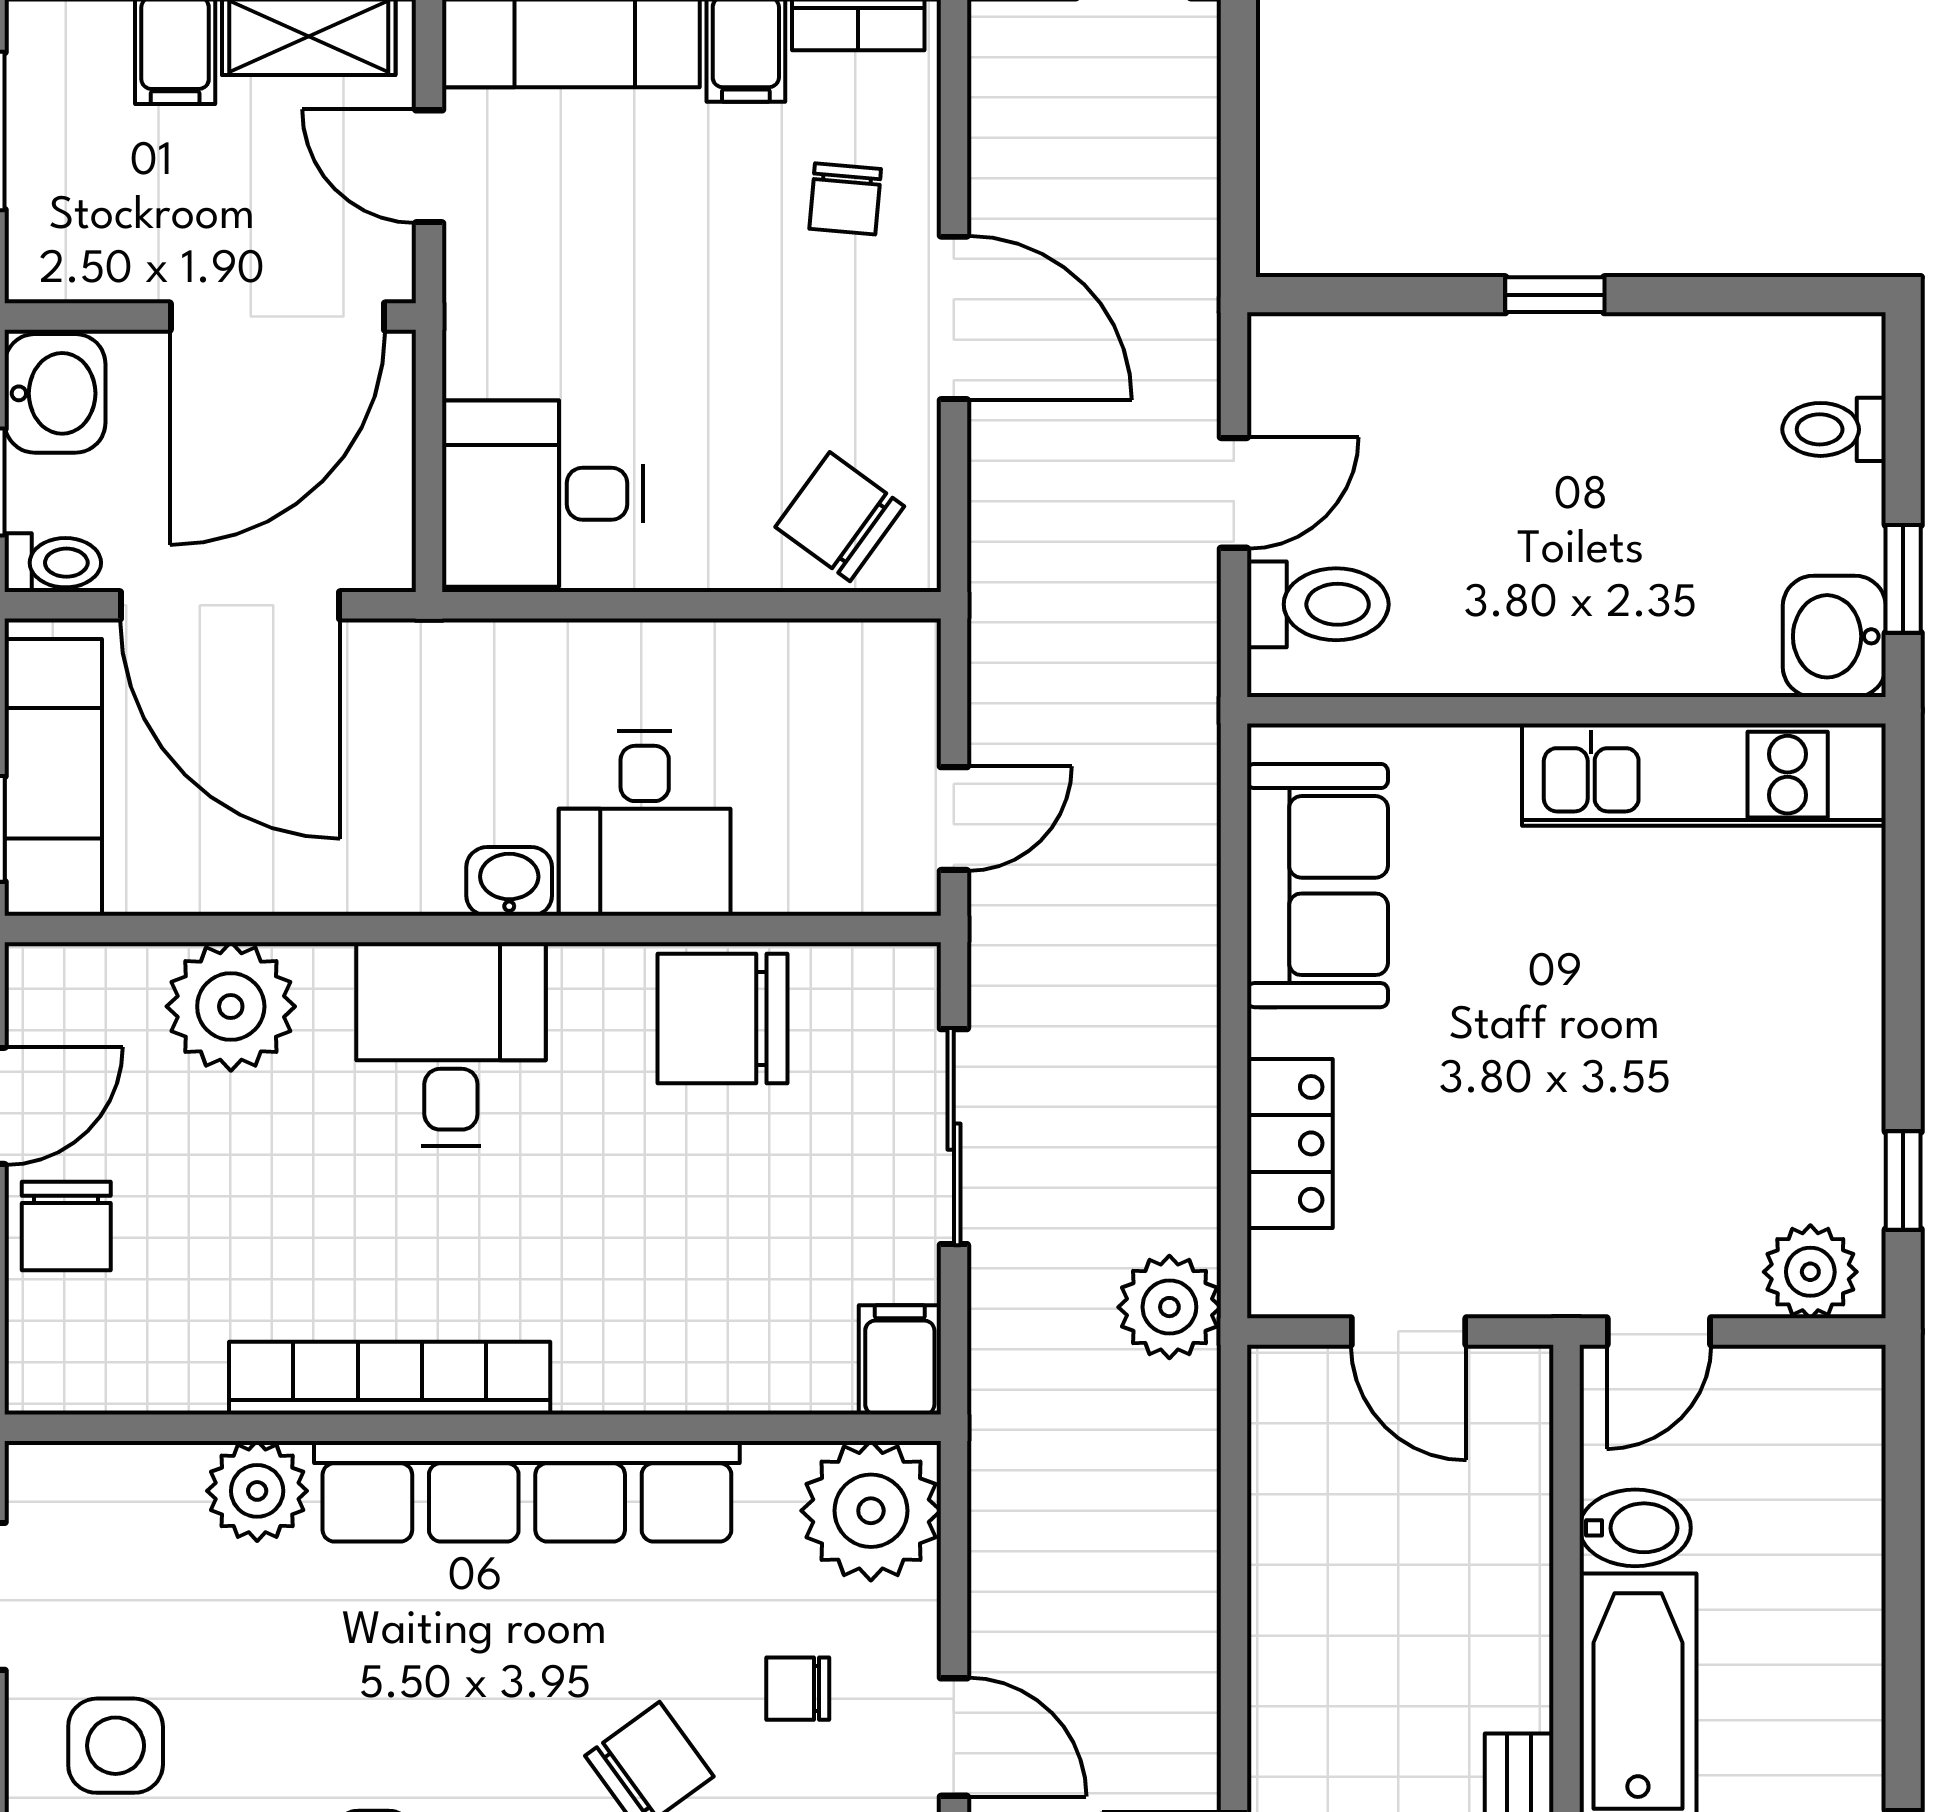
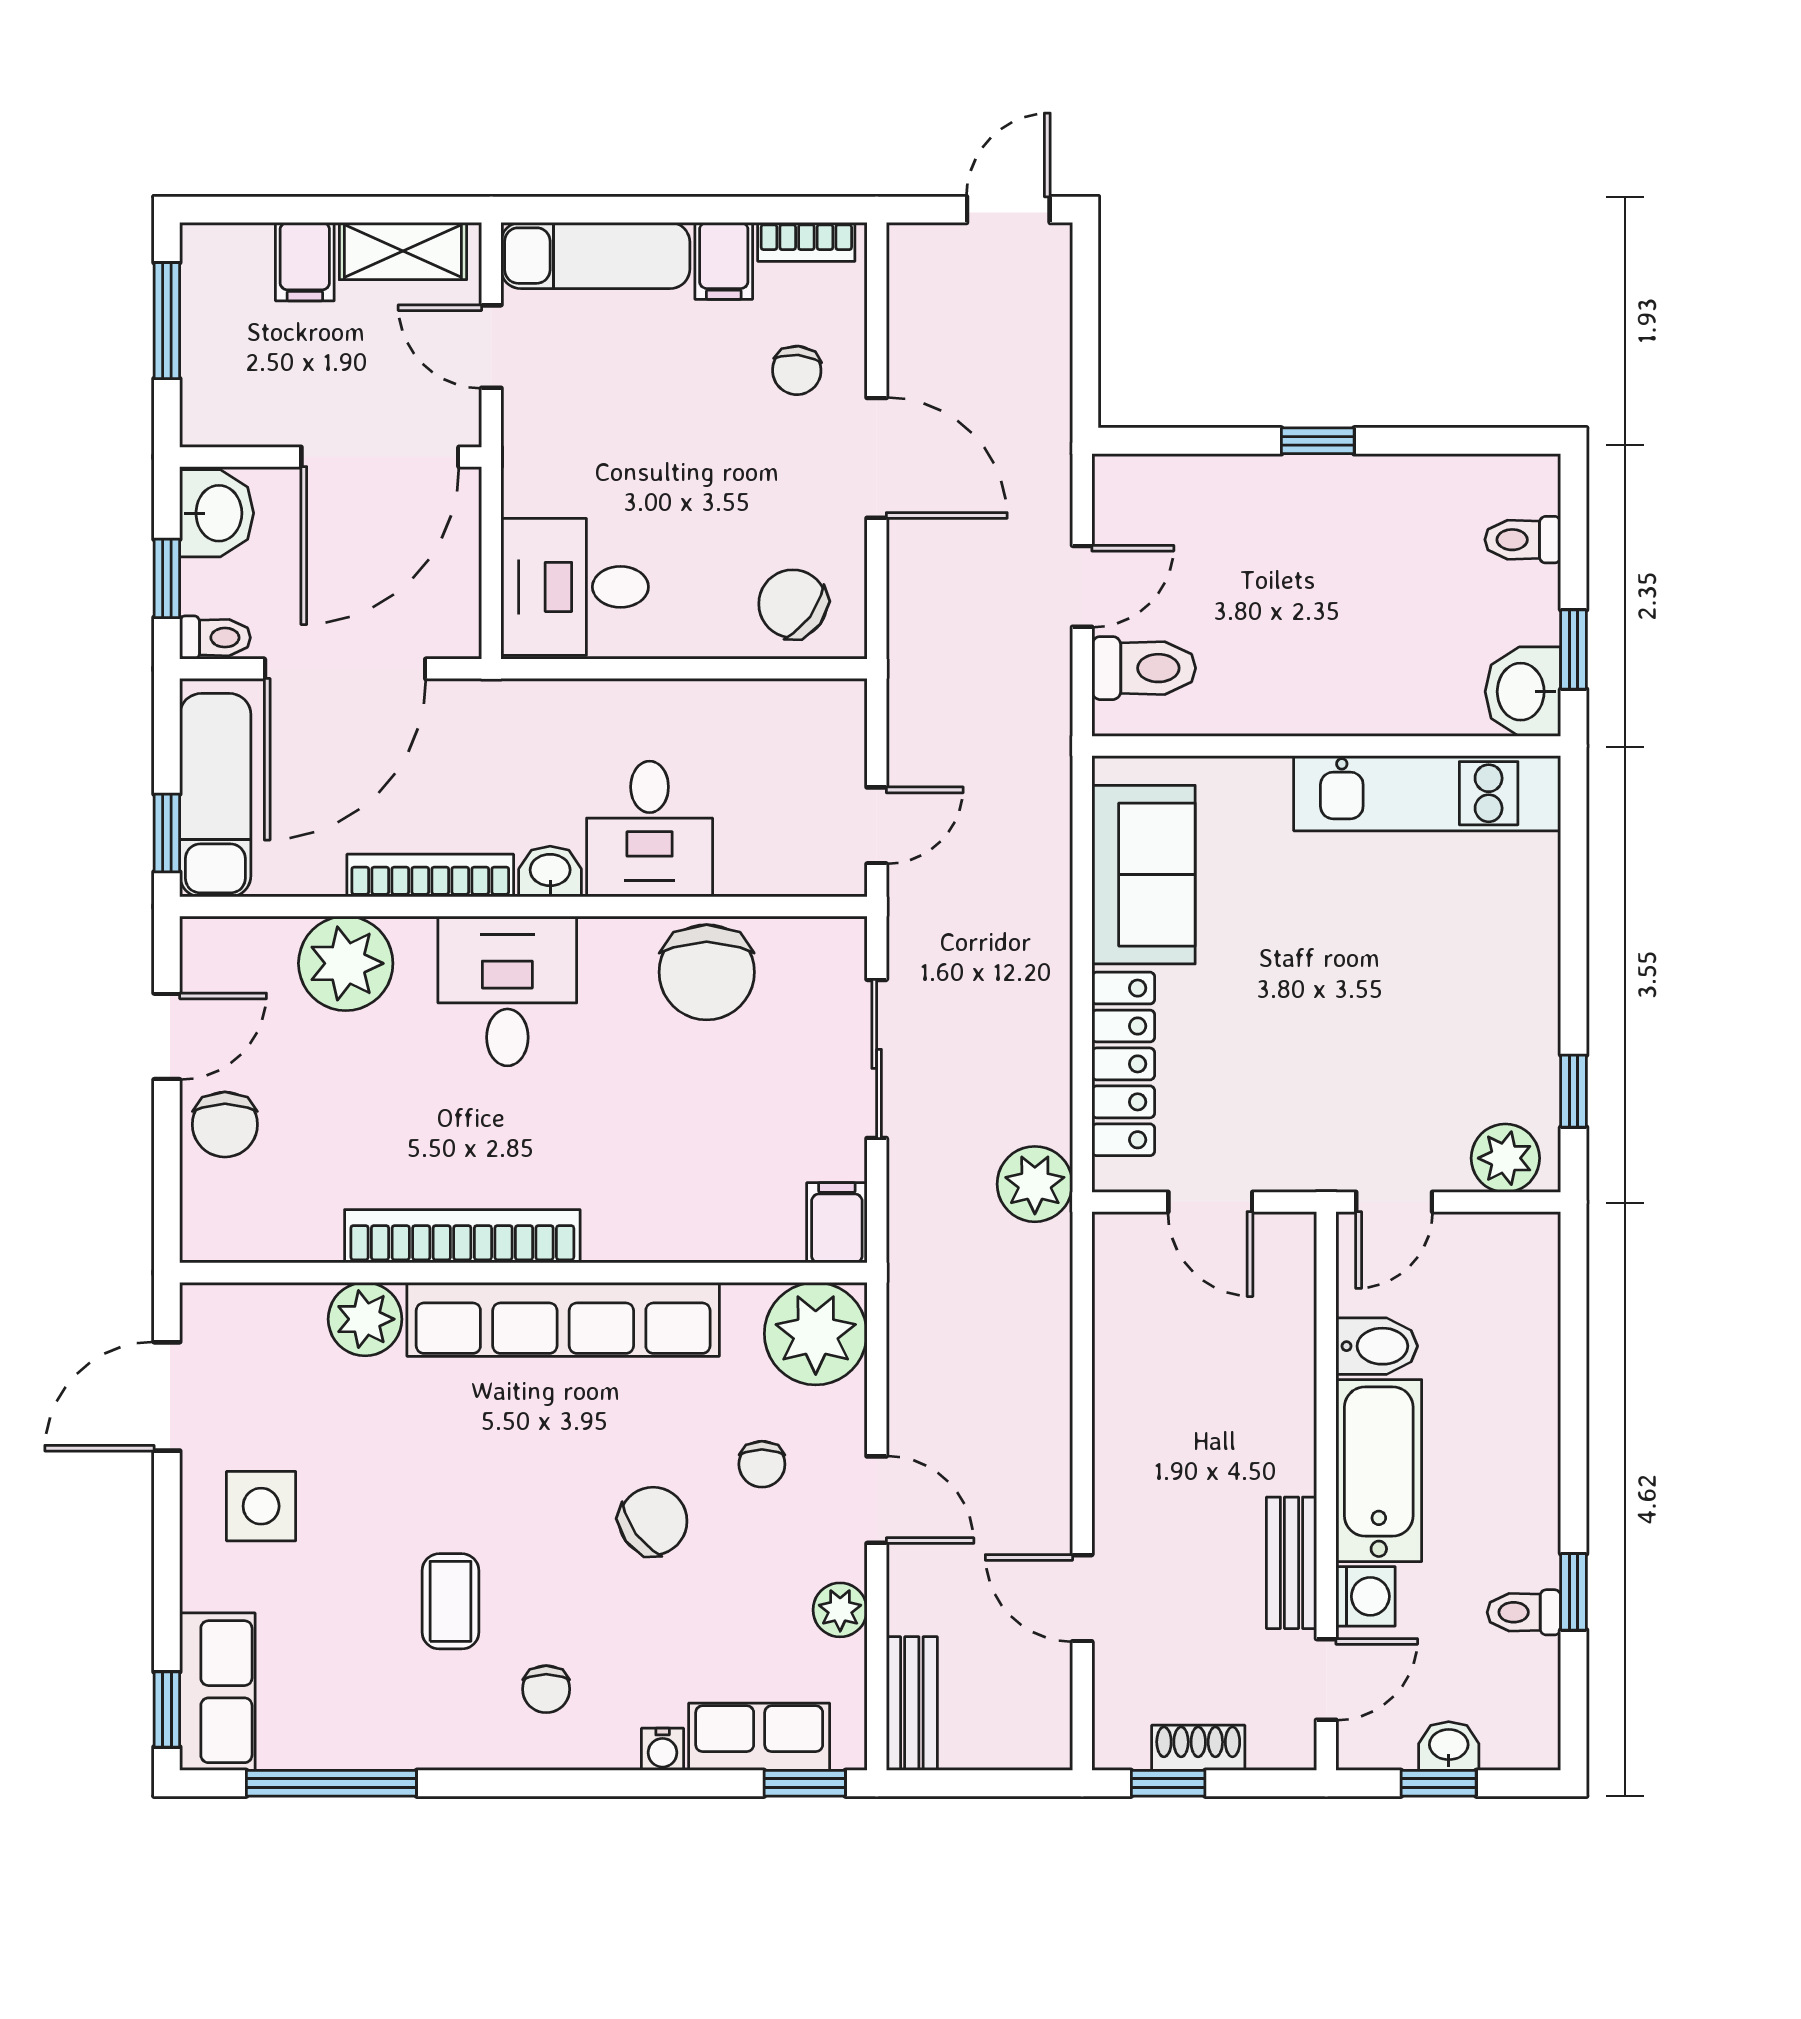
door: (230, 605) -> (345, 669), hinge flipped
bookcase: (346, 887) -> (430, 876), added
chair: (722, 1018) -> (707, 972), turned -90
locker: (1290, 1143) -> (1123, 1064), width x1.53
chair: (798, 1689) -> (762, 1464), turned -90

